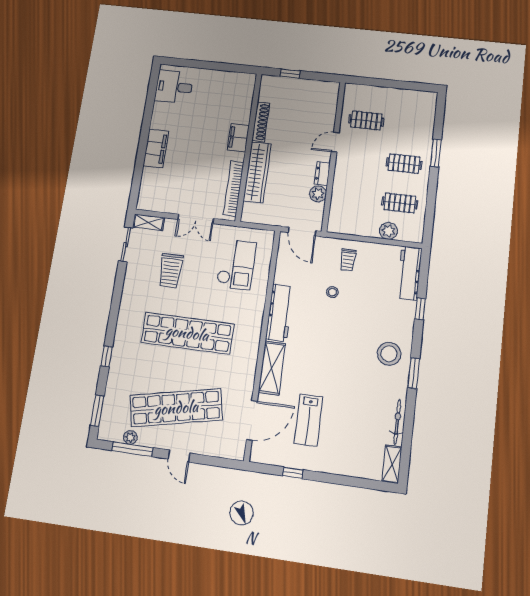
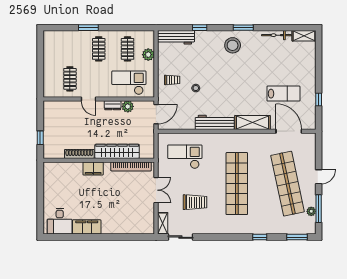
filing cabinet: (156, 148) -> (87, 227), moved
checkout: (351, 199) -> (129, 83), added

